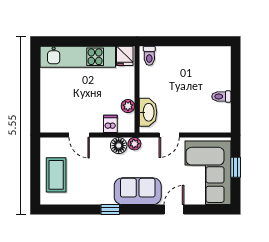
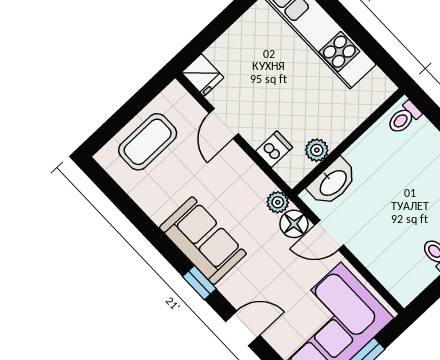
fridge: (125, 56) -> (203, 75), moved, turned -90
floor lamp: (119, 146) -> (294, 224), moved
sofa: (138, 191) -> (203, 241), moved
window: (110, 210) -> (199, 283), moved

